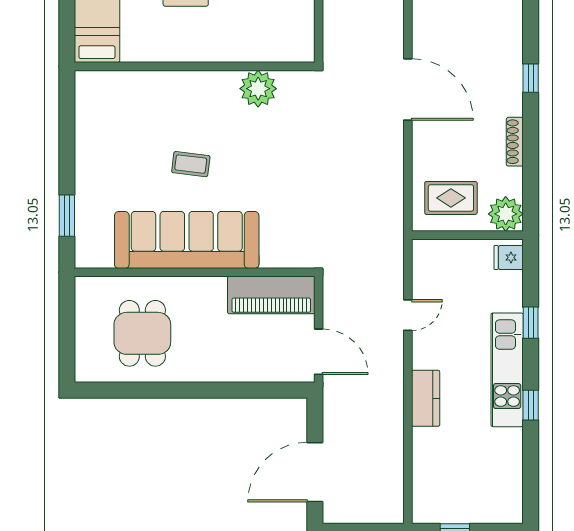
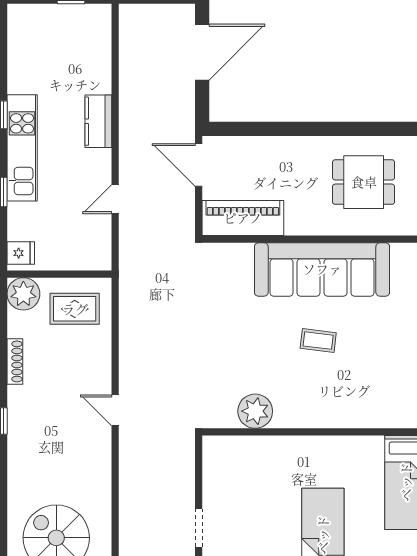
door: (408, 89) -> (115, 410), width x0.53
dining table: (142, 333) -> (364, 182), turned 90

